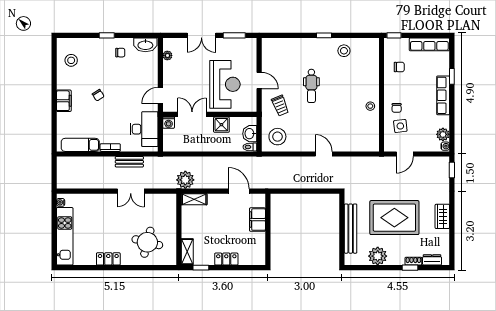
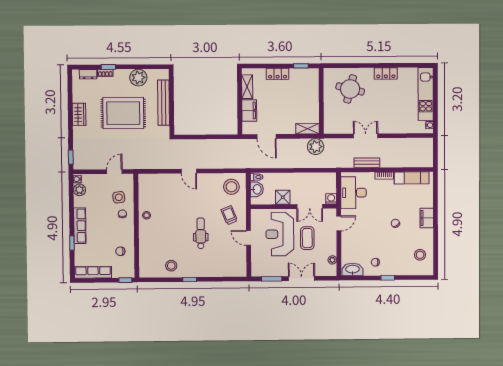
coffee table: (195, 80) -> (307, 238), added
shelving: (187, 252) -> (247, 87), moved

